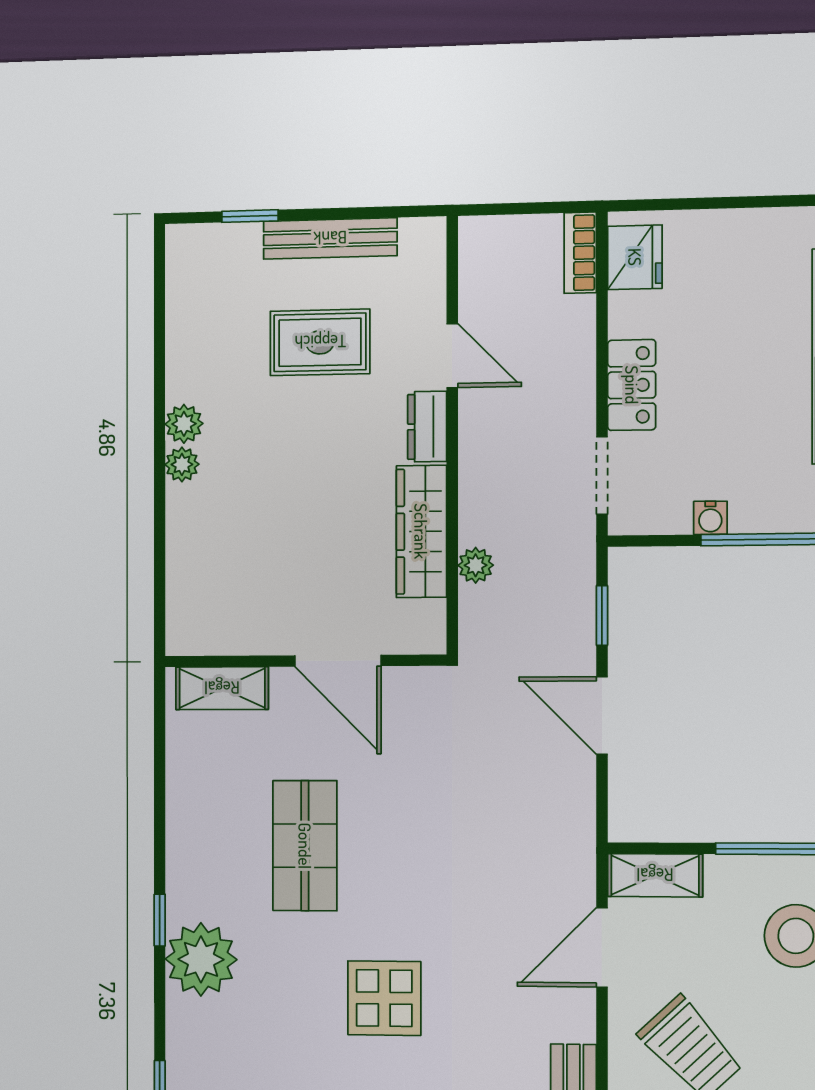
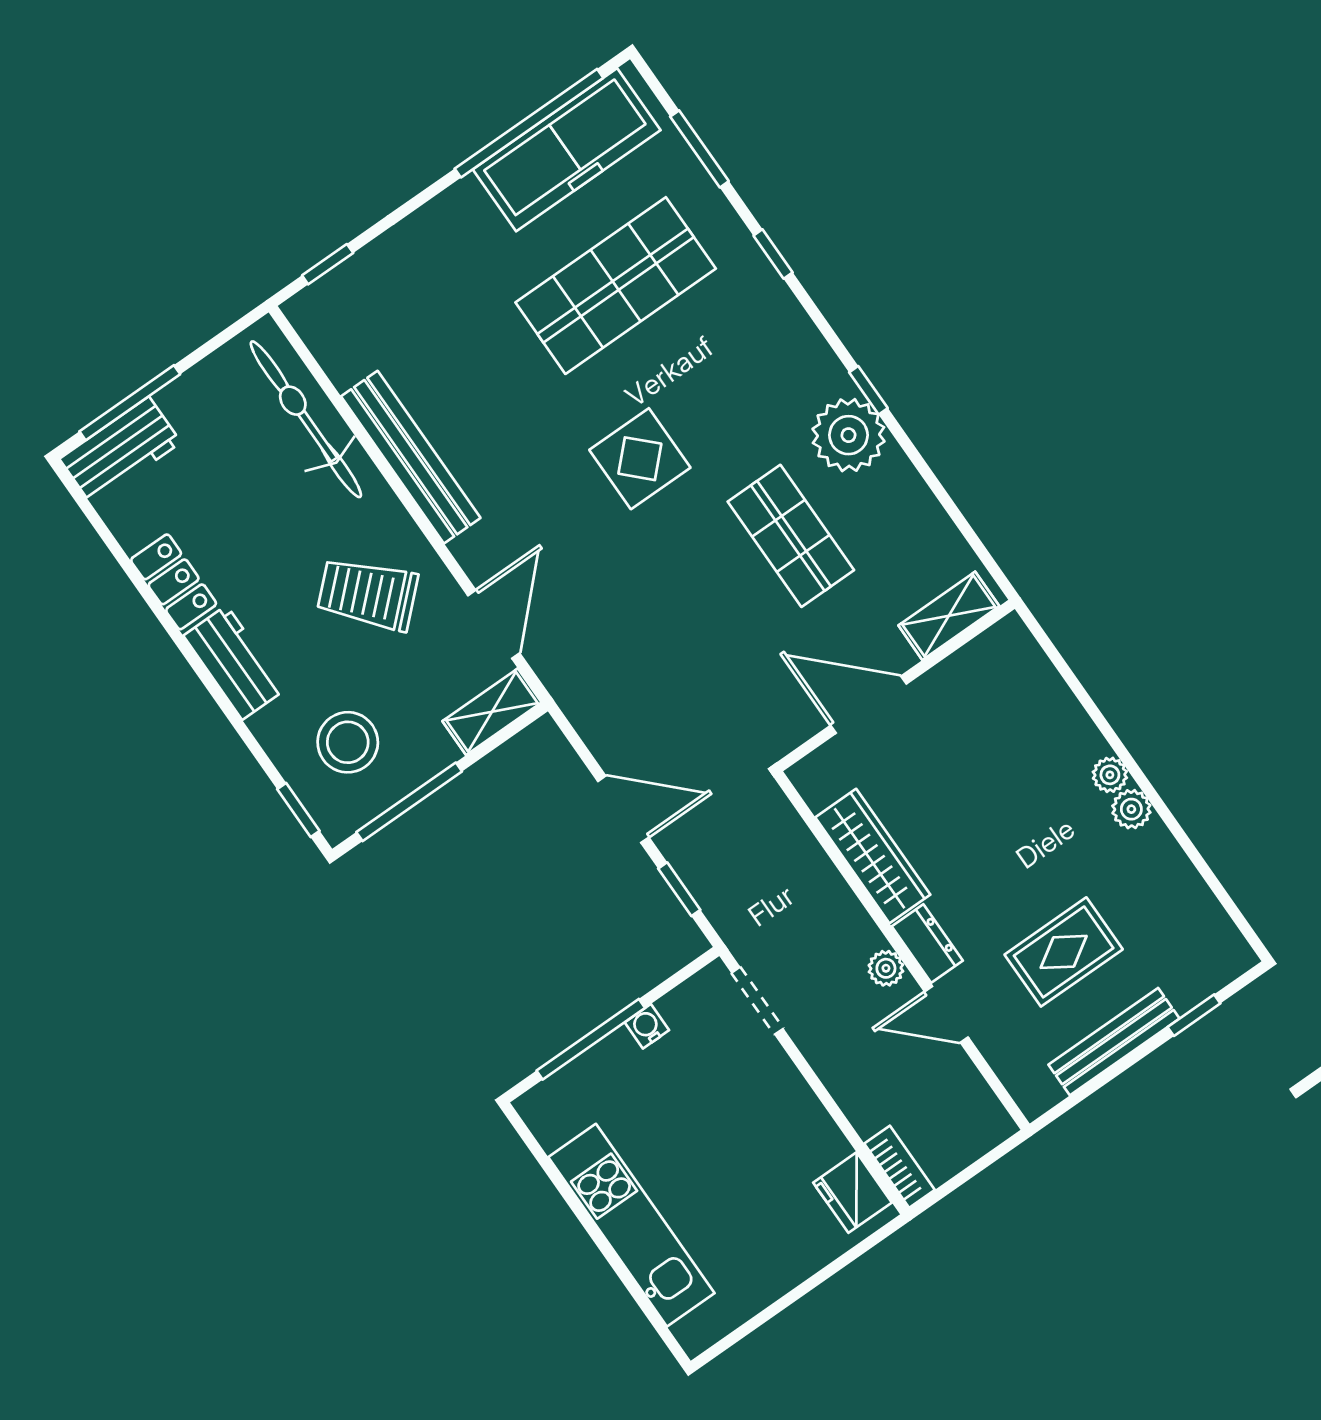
locker: (632, 385) -> (784, 1089), removed
plant: (476, 565) -> (886, 968), moved
plant: (201, 959) -> (849, 435), moved

